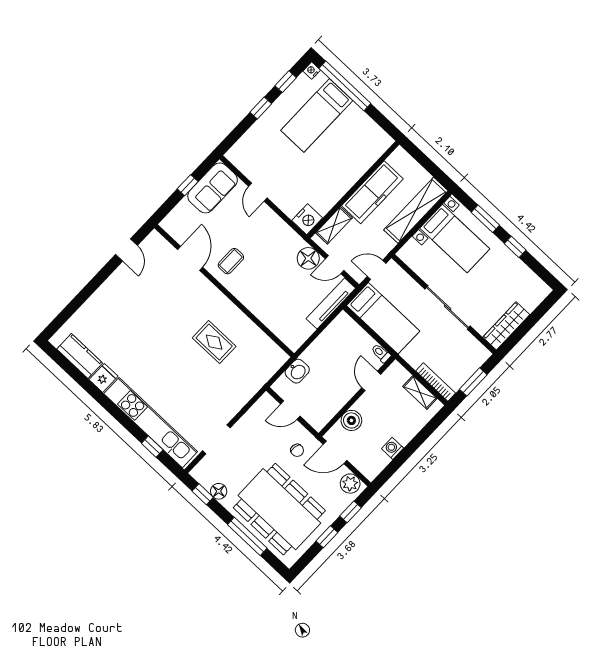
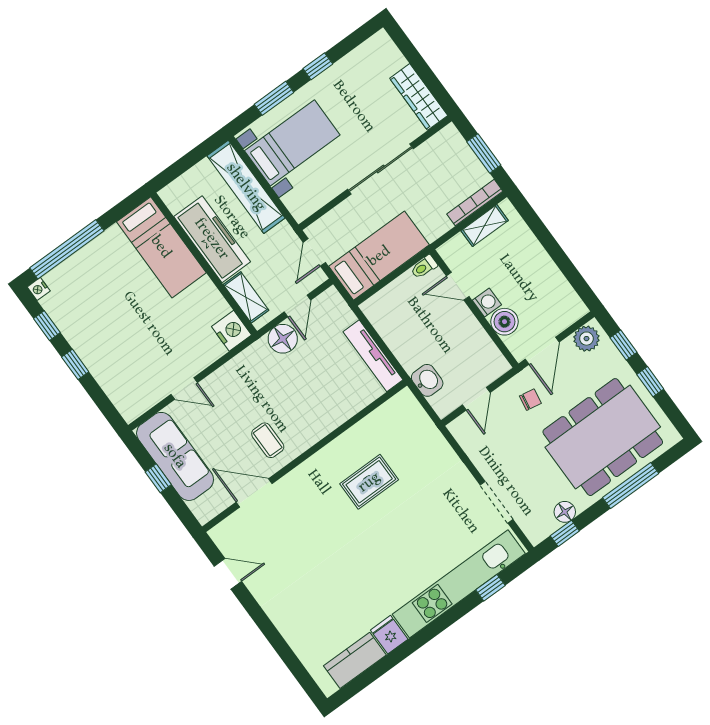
bed: (317, 115) -> (161, 247), moved
sofa: (213, 188) -> (175, 456), width x1.36
tv unit: (331, 303) -> (373, 356), moved
washing machine: (393, 448) -> (487, 303), moved, turned 180

